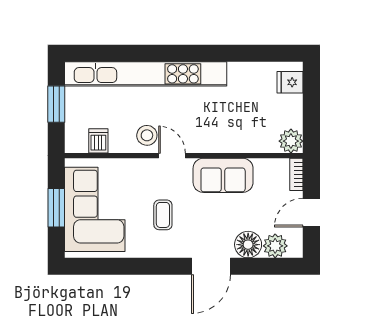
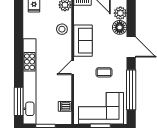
window: (108, 53) -> (19, 101), added
stool: (147, 135) -> (62, 29), moved
window: (130, 266) -> (131, 90), added

